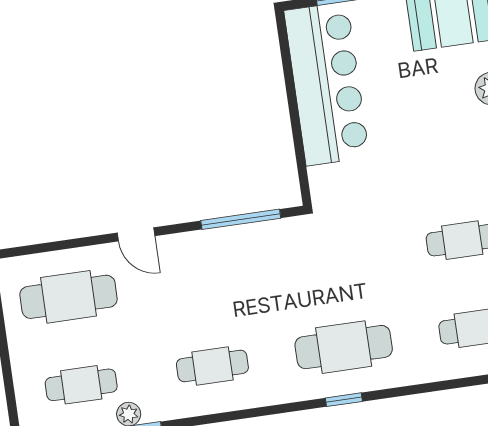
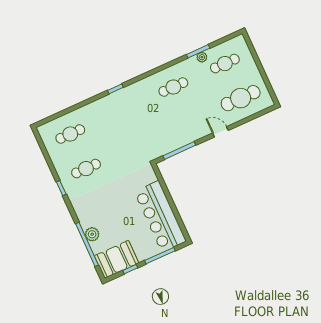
cafe table: (344, 347) -> (122, 110), removed

